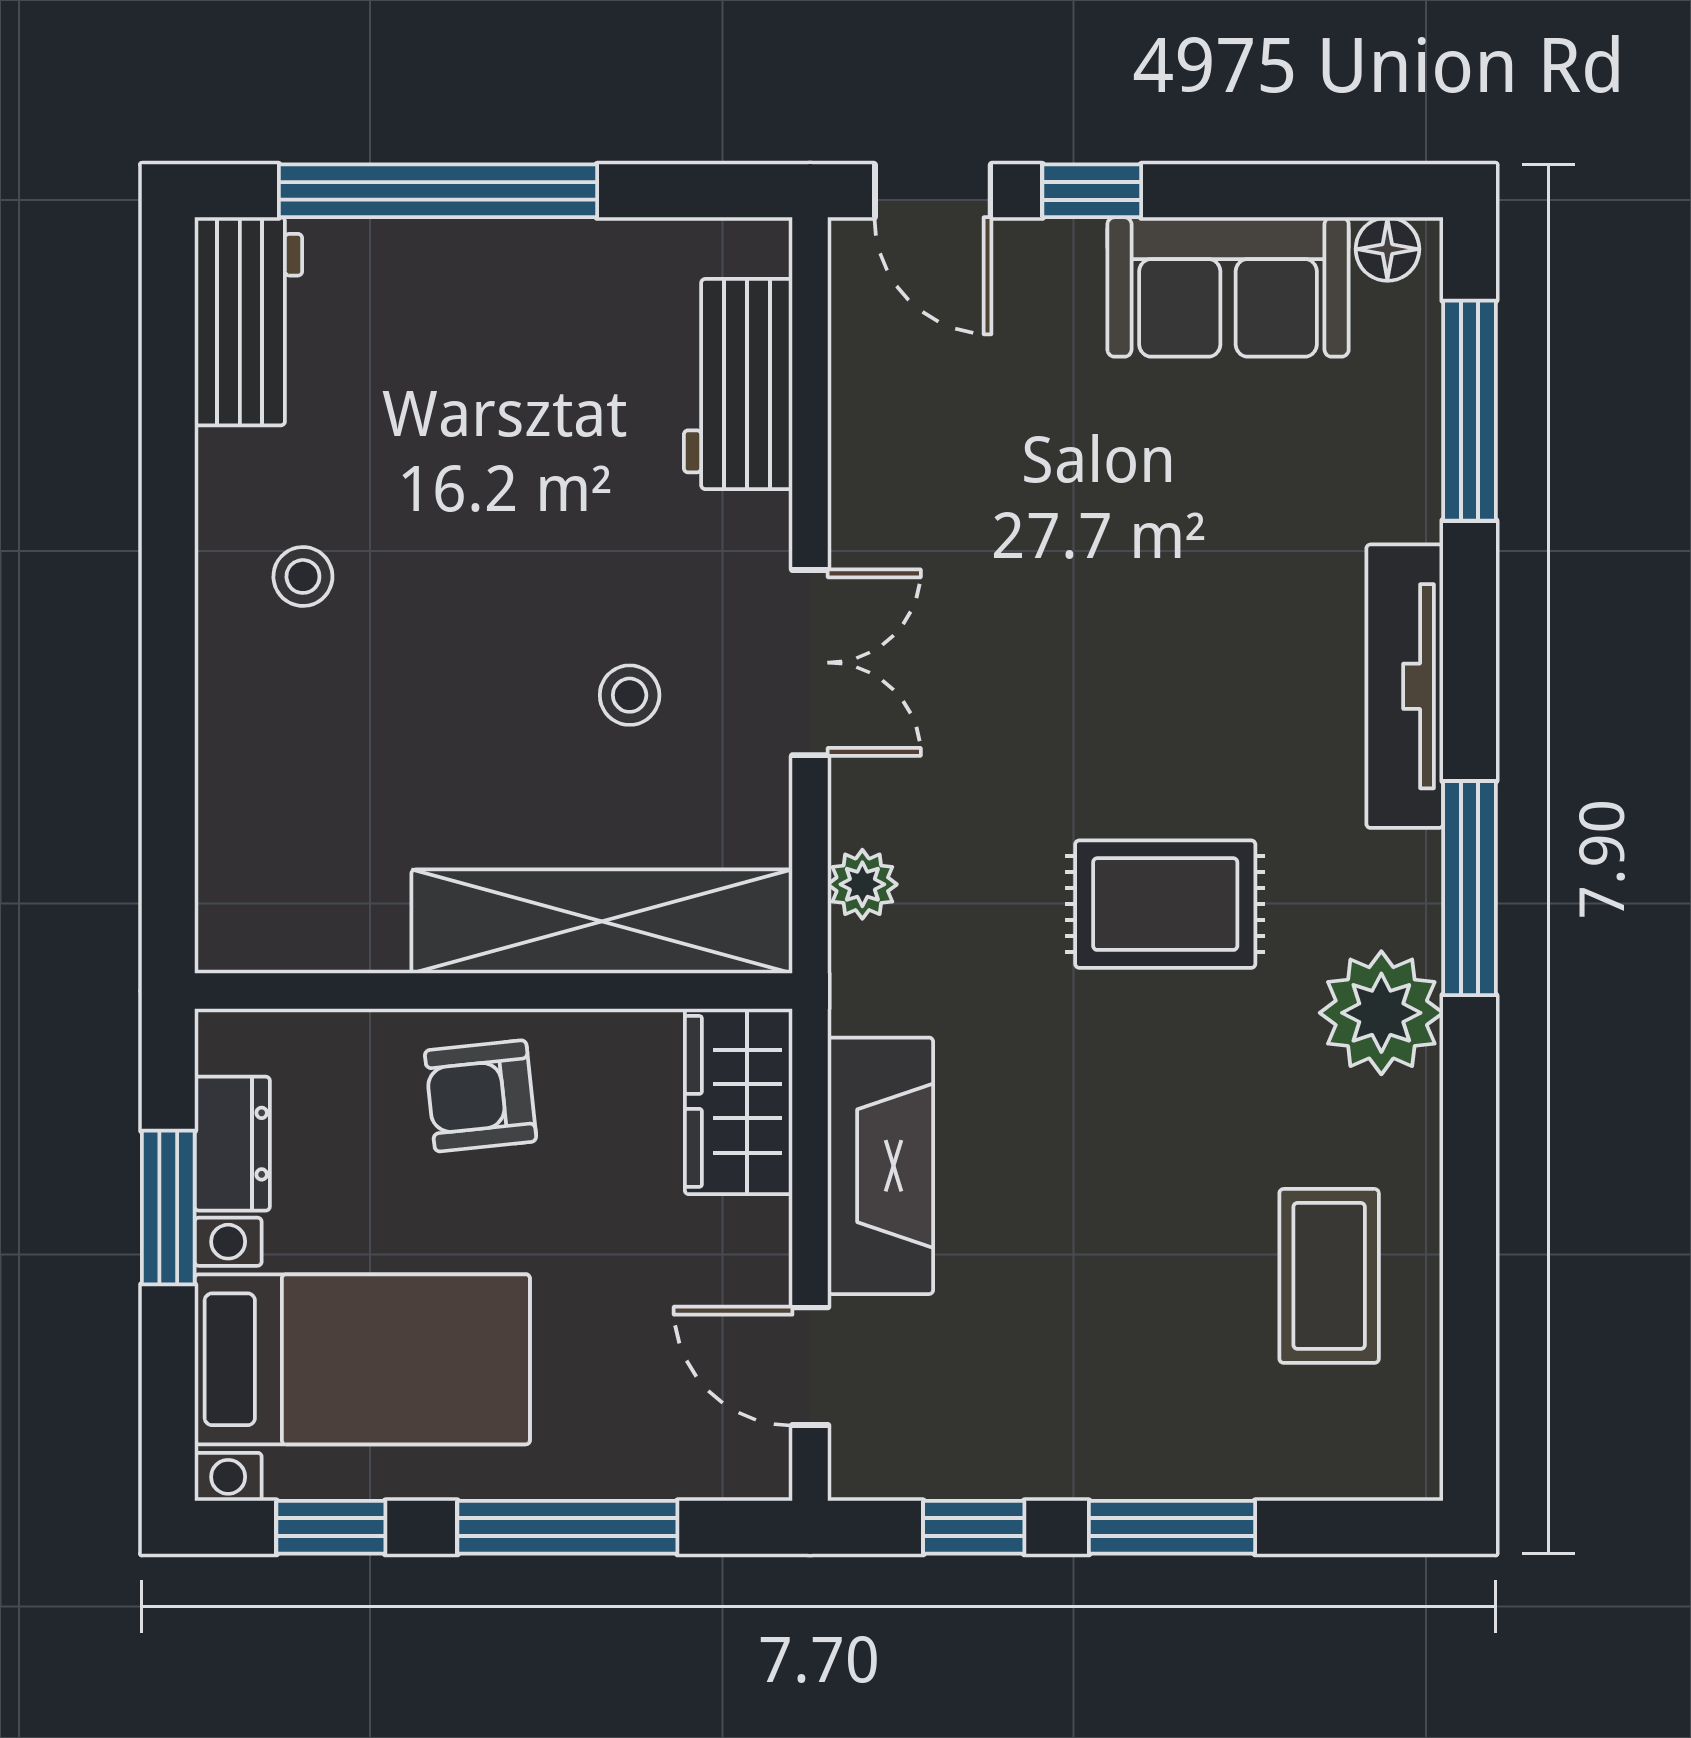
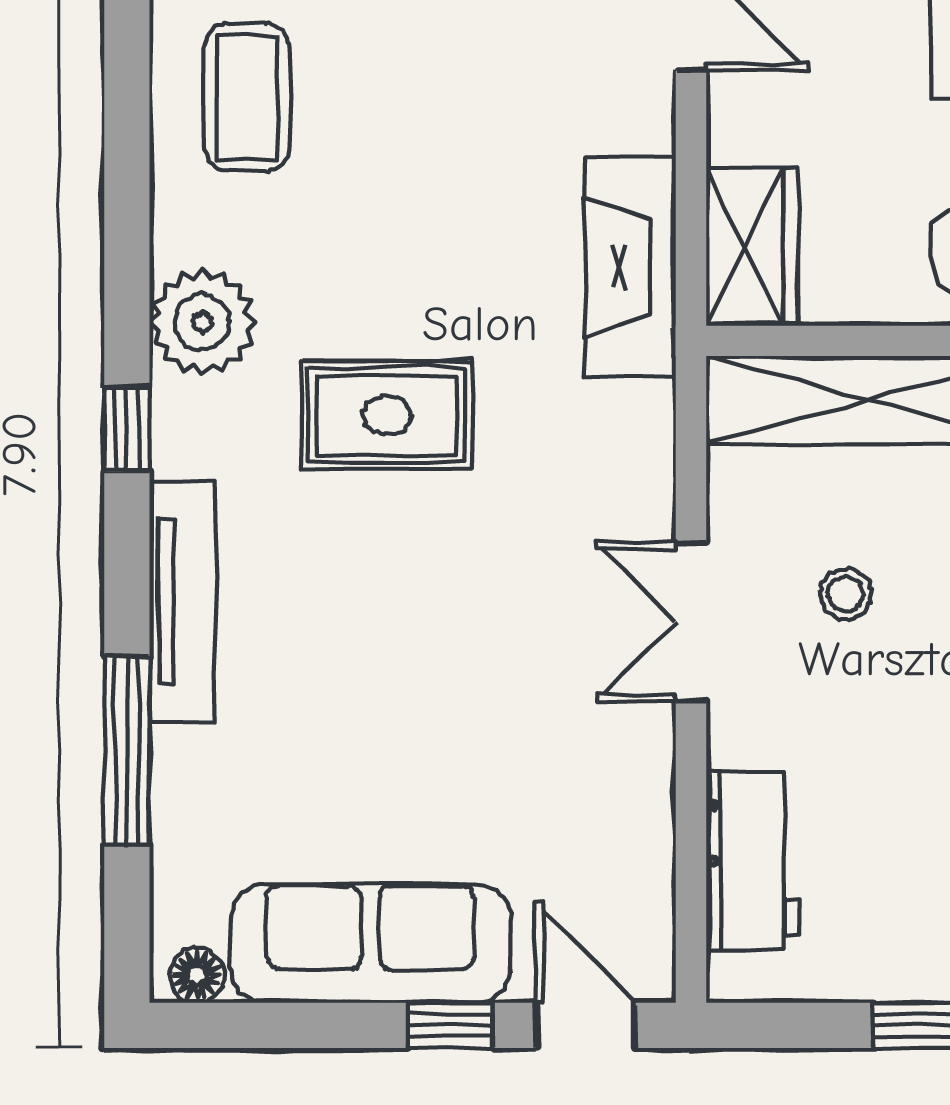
sofa: (1228, 287) -> (371, 943), width x1.36
window: (1469, 411) -> (127, 751), moved
plant: (862, 884) -> (646, 432), removed
window: (1469, 888) -> (127, 429), width x0.46
fireplace: (880, 1166) -> (631, 267), moved

